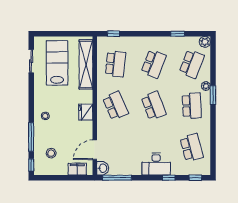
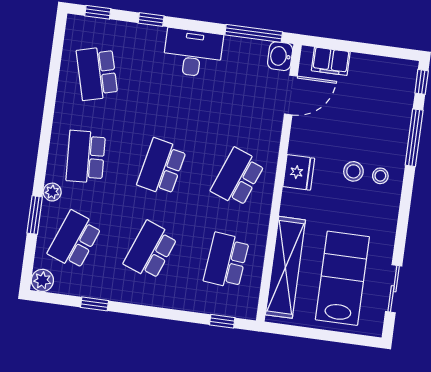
lab bench: (57, 63) -> (342, 278), turned 180
window: (213, 95) -> (35, 215), moved
school desk: (115, 106) -> (238, 177), turned 45
school desk: (154, 106) -> (162, 167), turned 33
stool: (51, 153) -> (353, 171), moved
desk: (156, 164) -> (193, 53), moved

